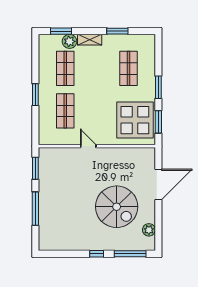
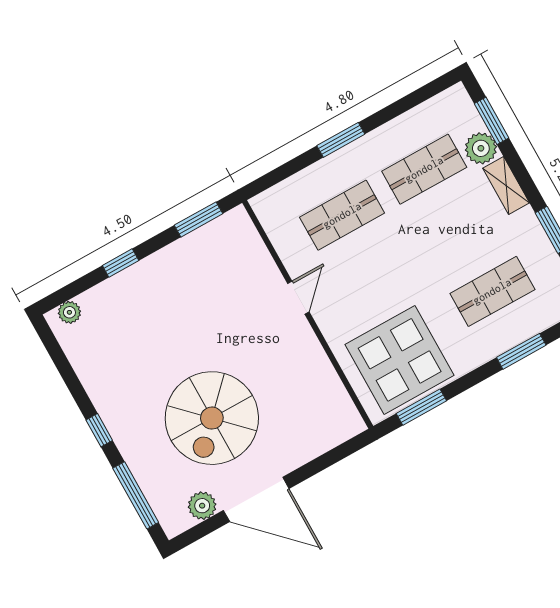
window: (158, 87) -> (521, 351), moved
door: (158, 185) -> (256, 499), moved
window: (35, 209) -> (121, 263), width x0.46
plant: (44, 240) -> (69, 312), added

